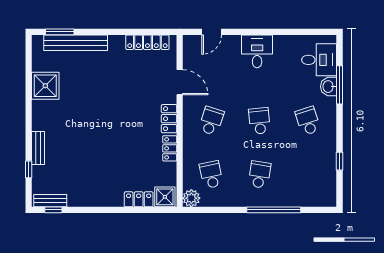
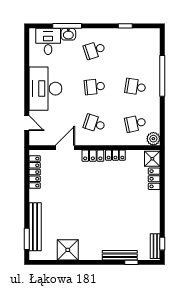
desk: (257, 51) -> (45, 89), width x1.87, depth x1.30
bench: (38, 148) -> (120, 255), width x1.36

